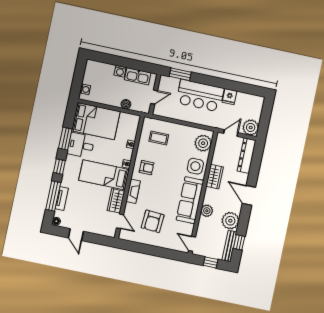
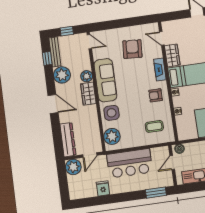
bar counter: (200, 96) -> (130, 163), moved, turned 180
boiler: (126, 104) -> (179, 149), moved
wardrobe: (215, 177) -> (88, 94), moved

